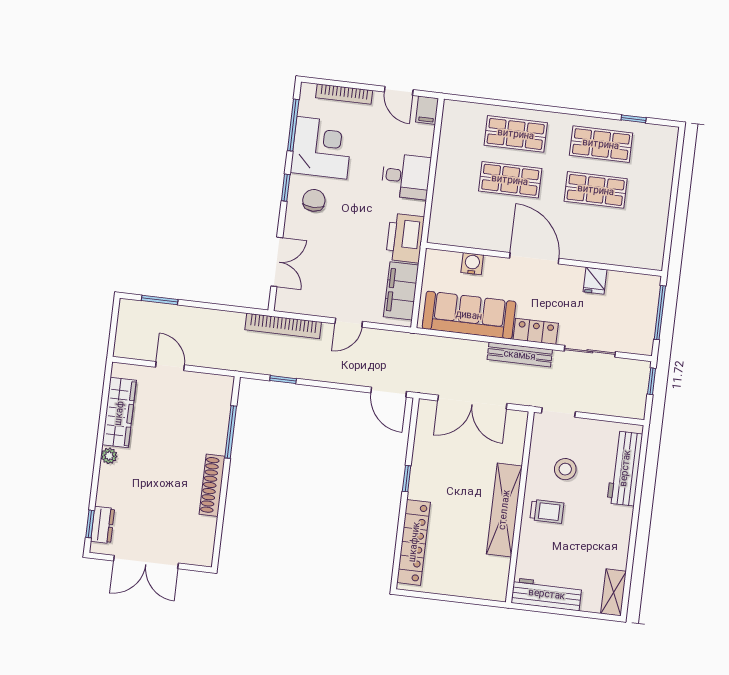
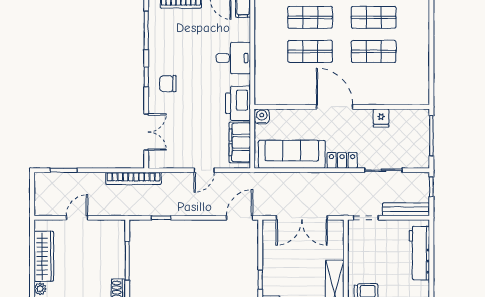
corner desk: (322, 148) -> (169, 44), removed
chair: (314, 200) -> (168, 84), turned -90
water cooler: (472, 264) -> (262, 116), moved
bookcase: (283, 326) -> (133, 178), moved
bench: (520, 355) -> (406, 209), moved
door: (170, 366) -> (77, 218), hinge flipped
door: (389, 392) -> (240, 218), swing flipped
stool: (565, 469) -> (376, 259), removed

